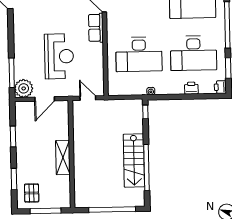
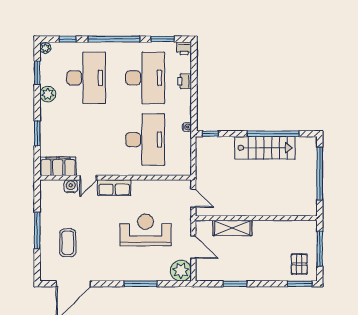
window: (12, 73) -> (140, 284), moved
door: (88, 98) -> (193, 198), swing flipped
shelving: (63, 158) -> (232, 228), moved
window: (14, 179) -> (300, 284), moved
pallet: (32, 193) -> (299, 264), turned 90

